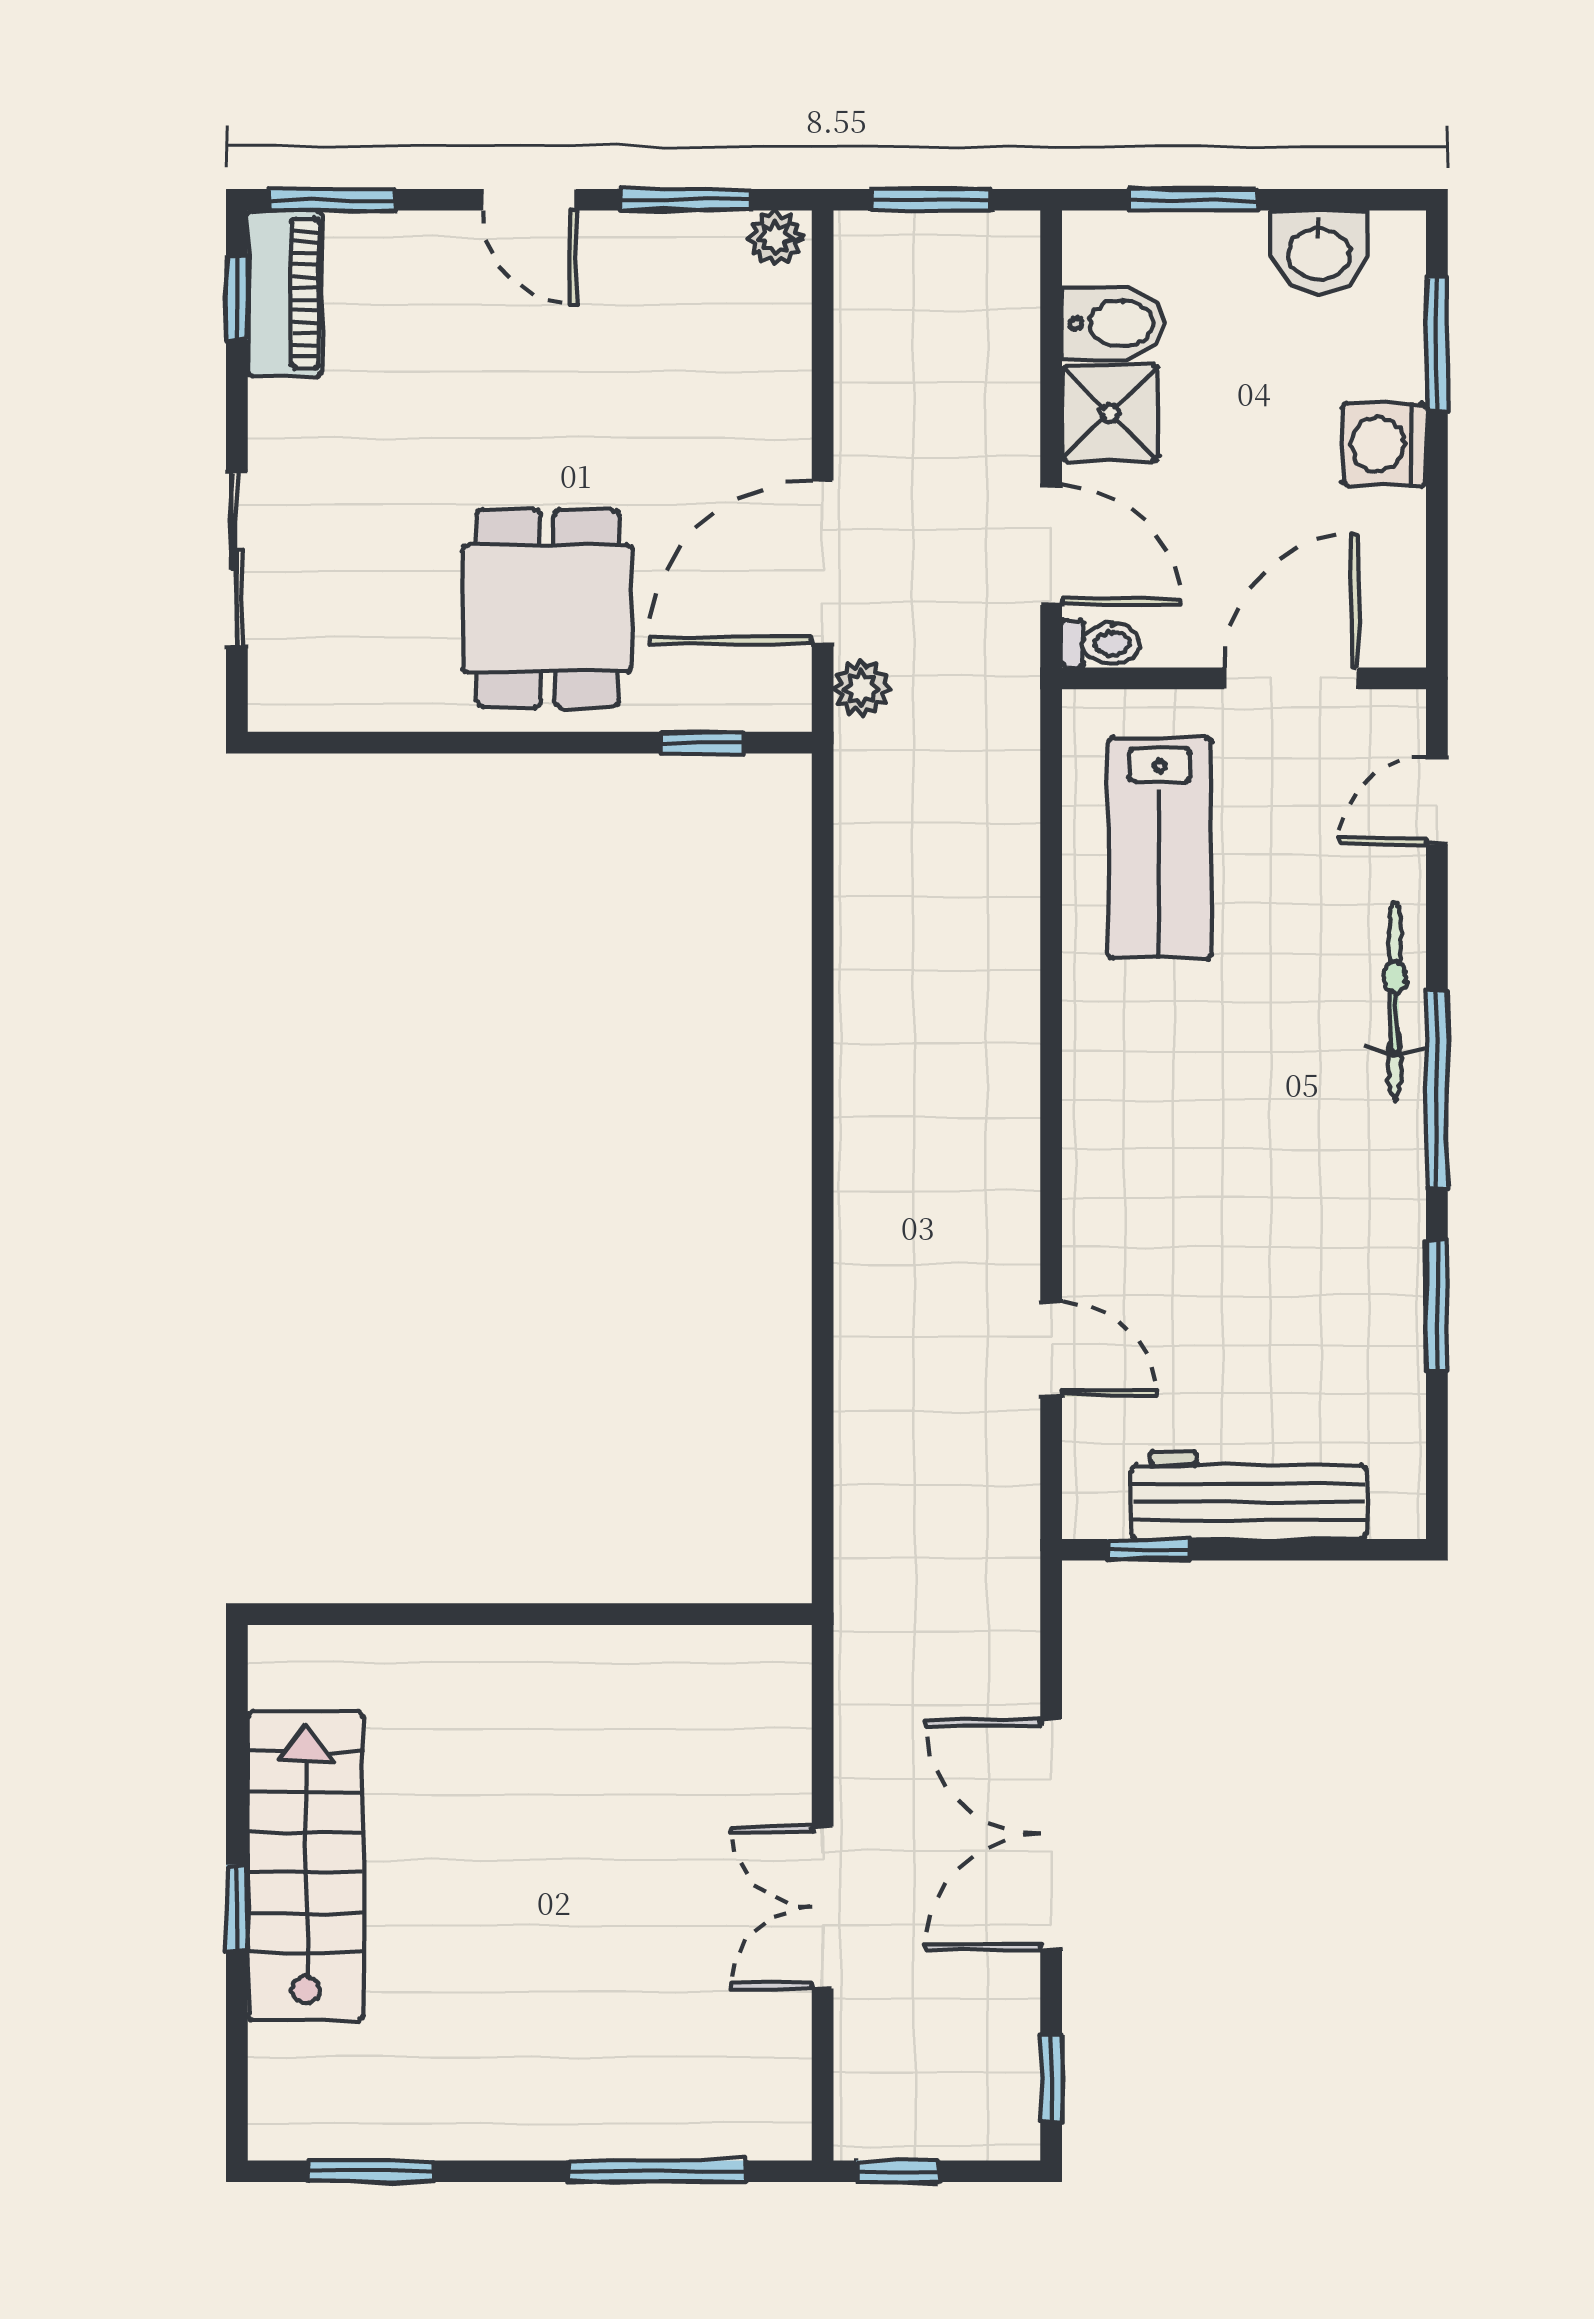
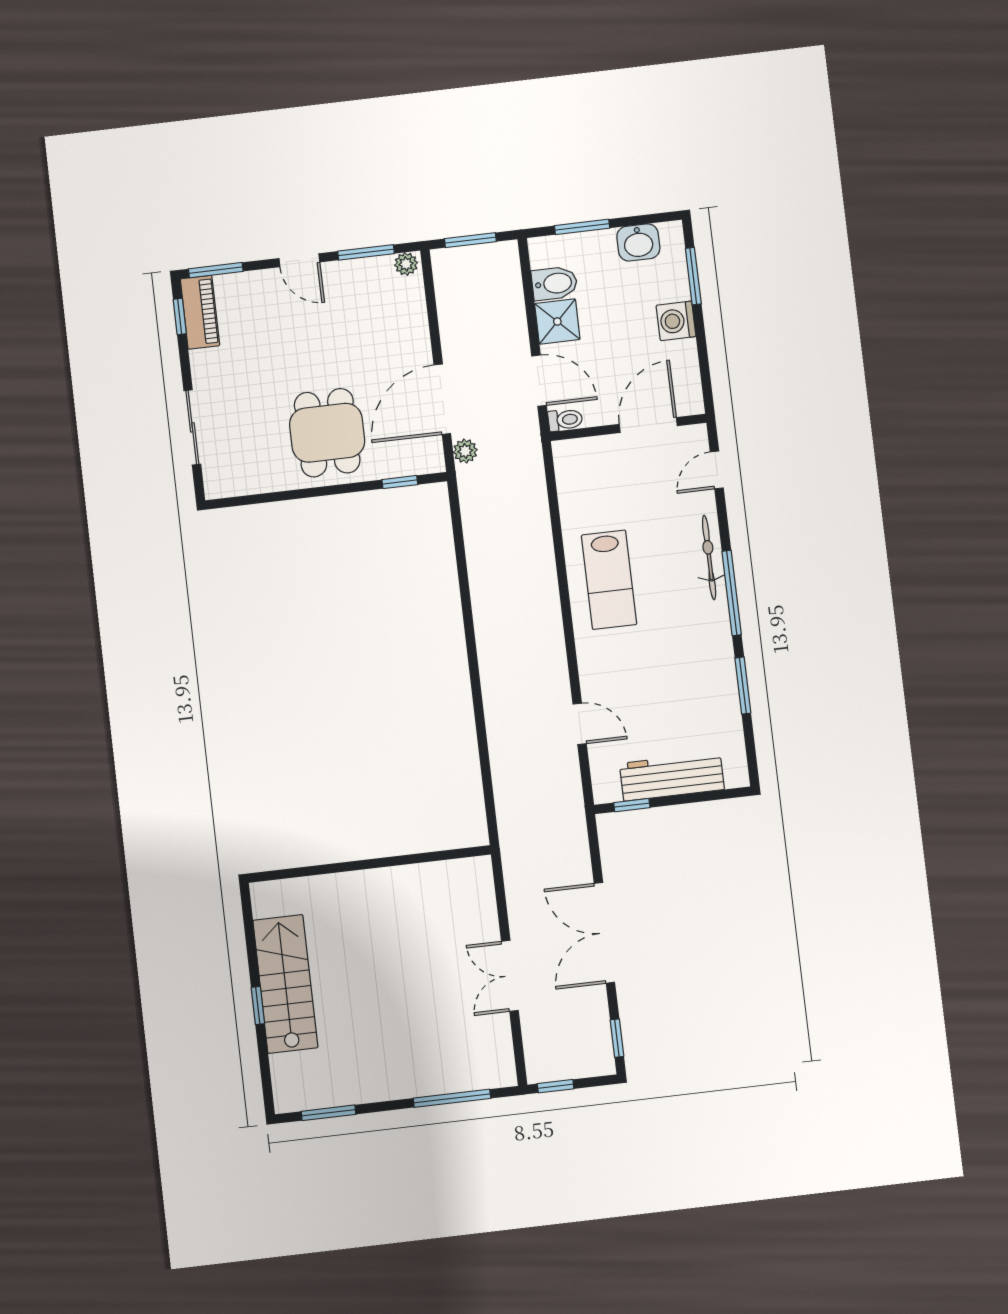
lab bench: (1160, 848) -> (609, 580), moved

